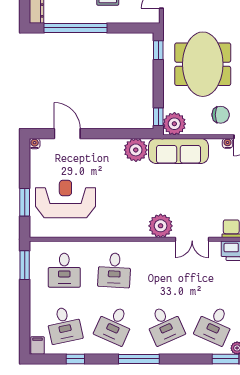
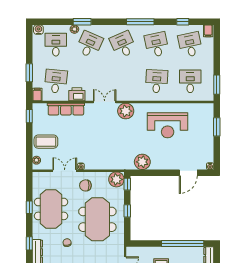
window: (158, 50) -> (127, 211), moved
door: (67, 134) -> (188, 173), hinge flipped
sofa: (178, 151) -> (114, 161), removed
reception desk: (65, 199) -> (168, 125), moved
desk: (114, 325) -> (157, 45), turned -36

